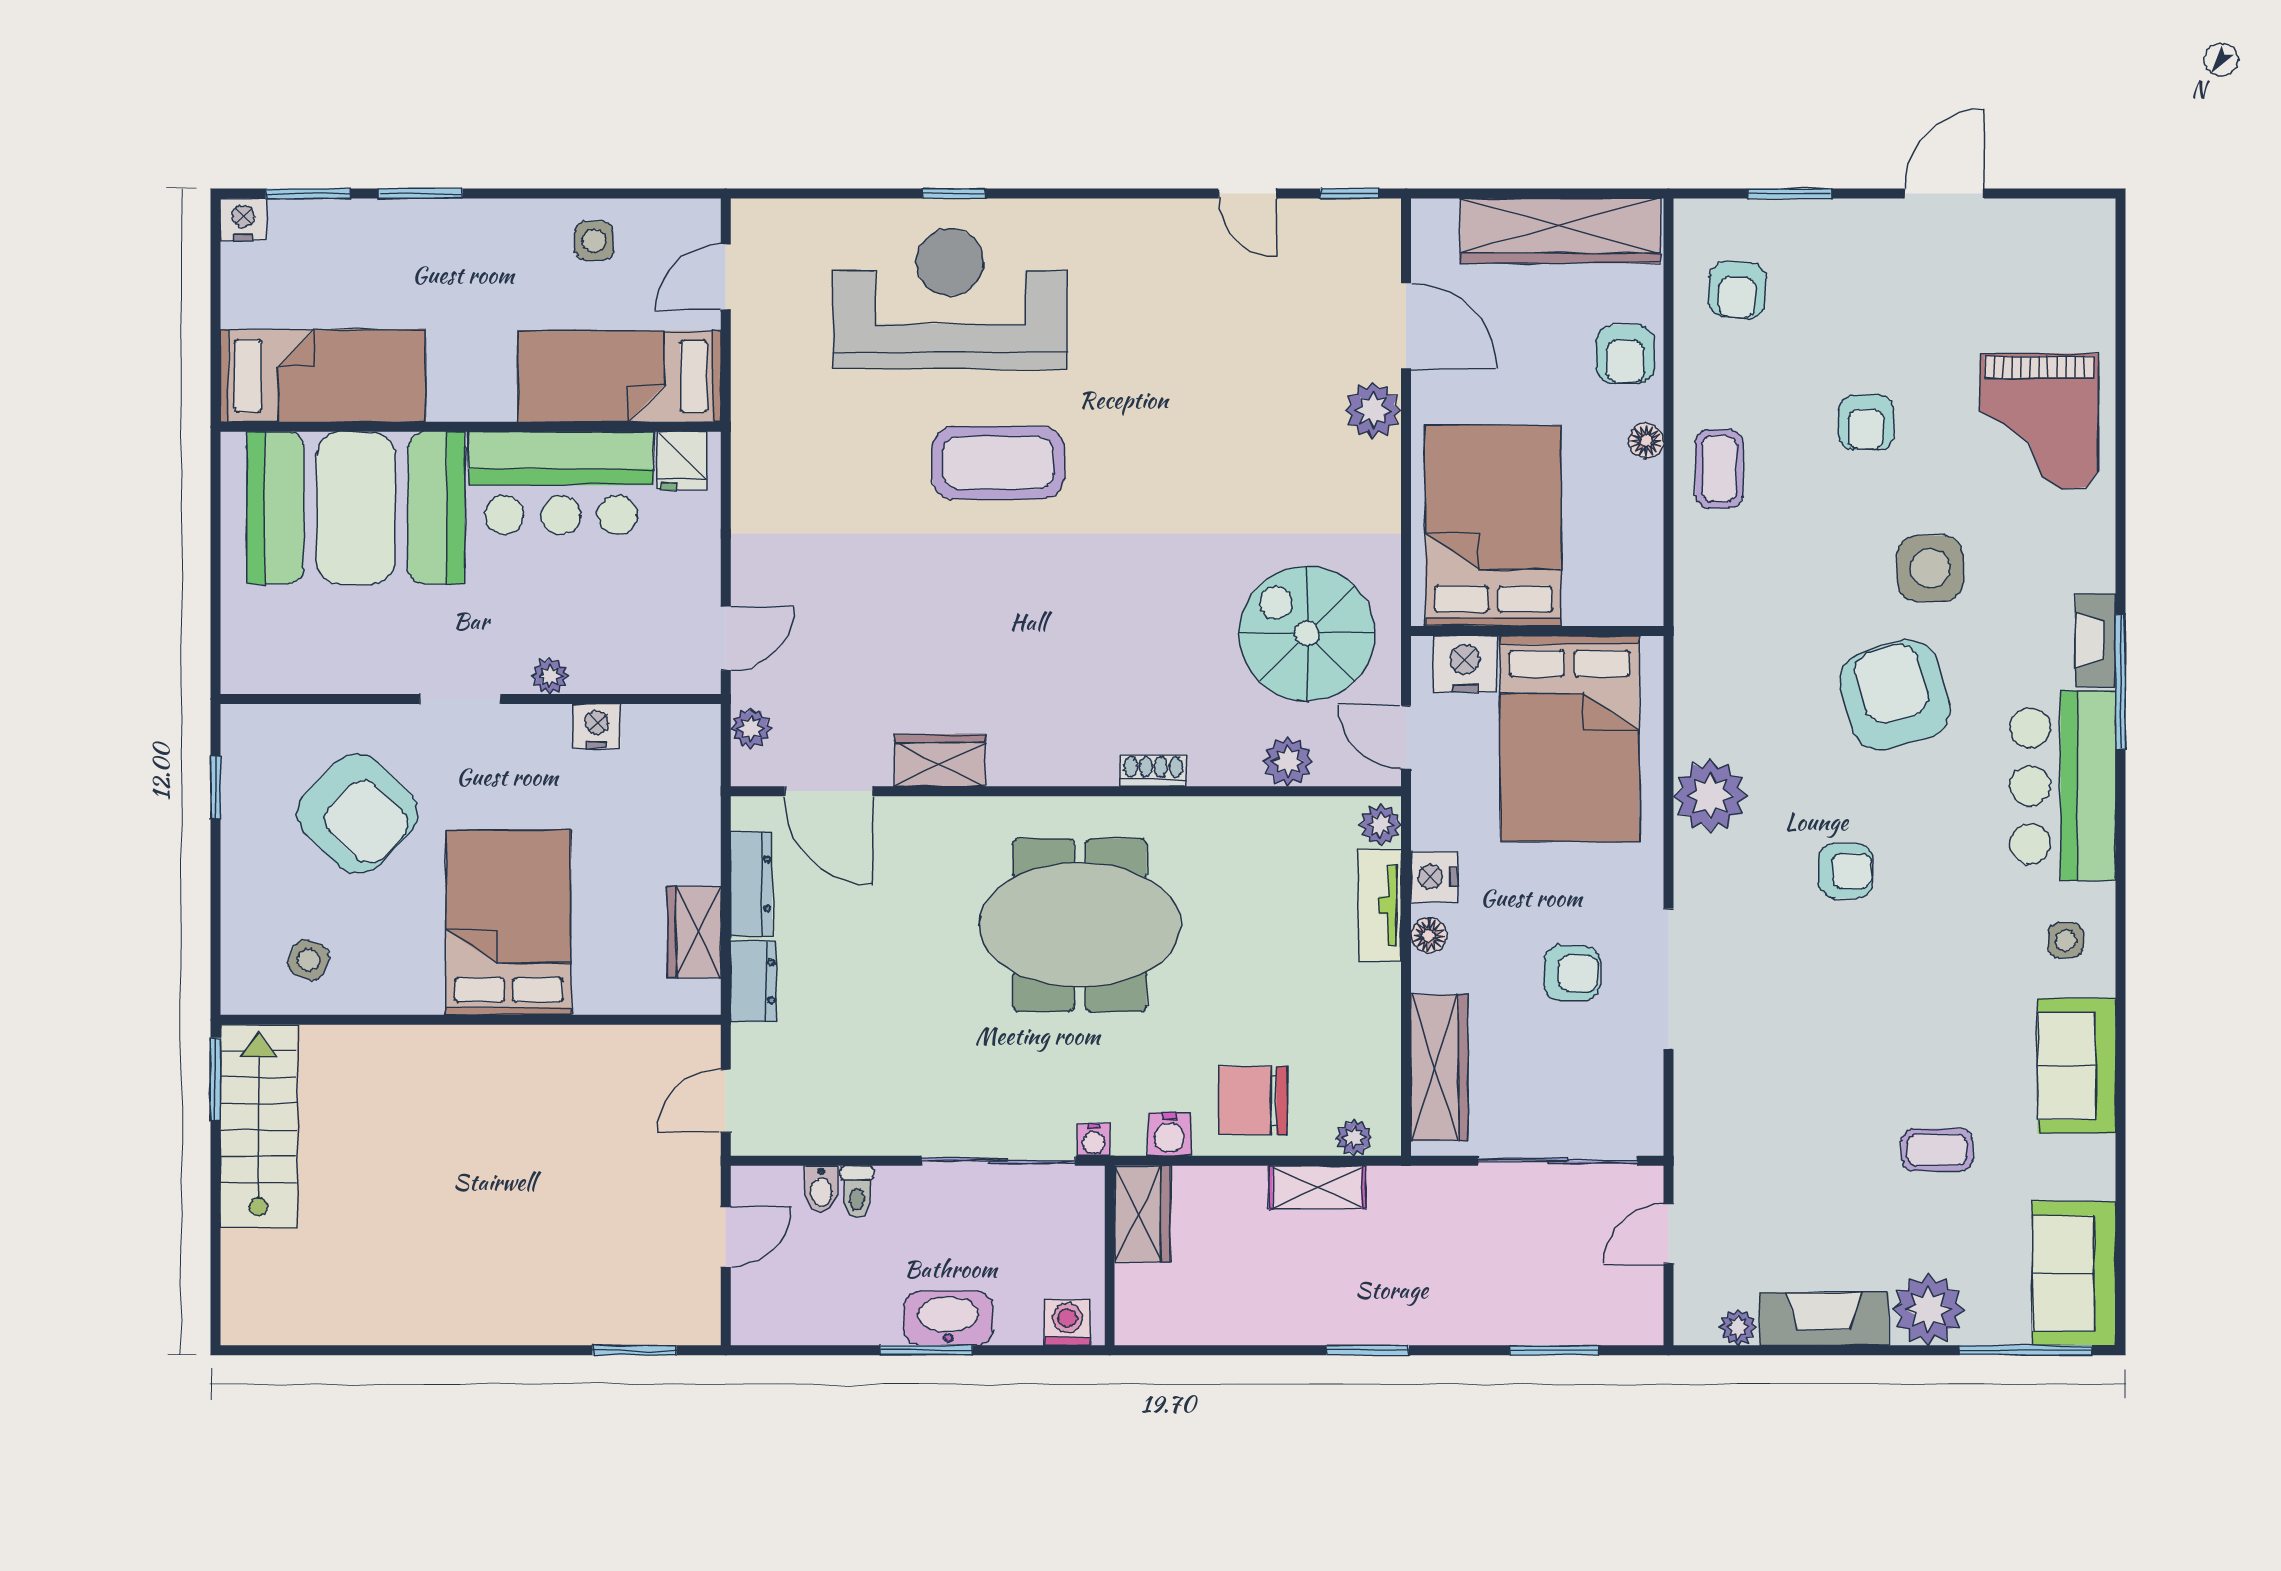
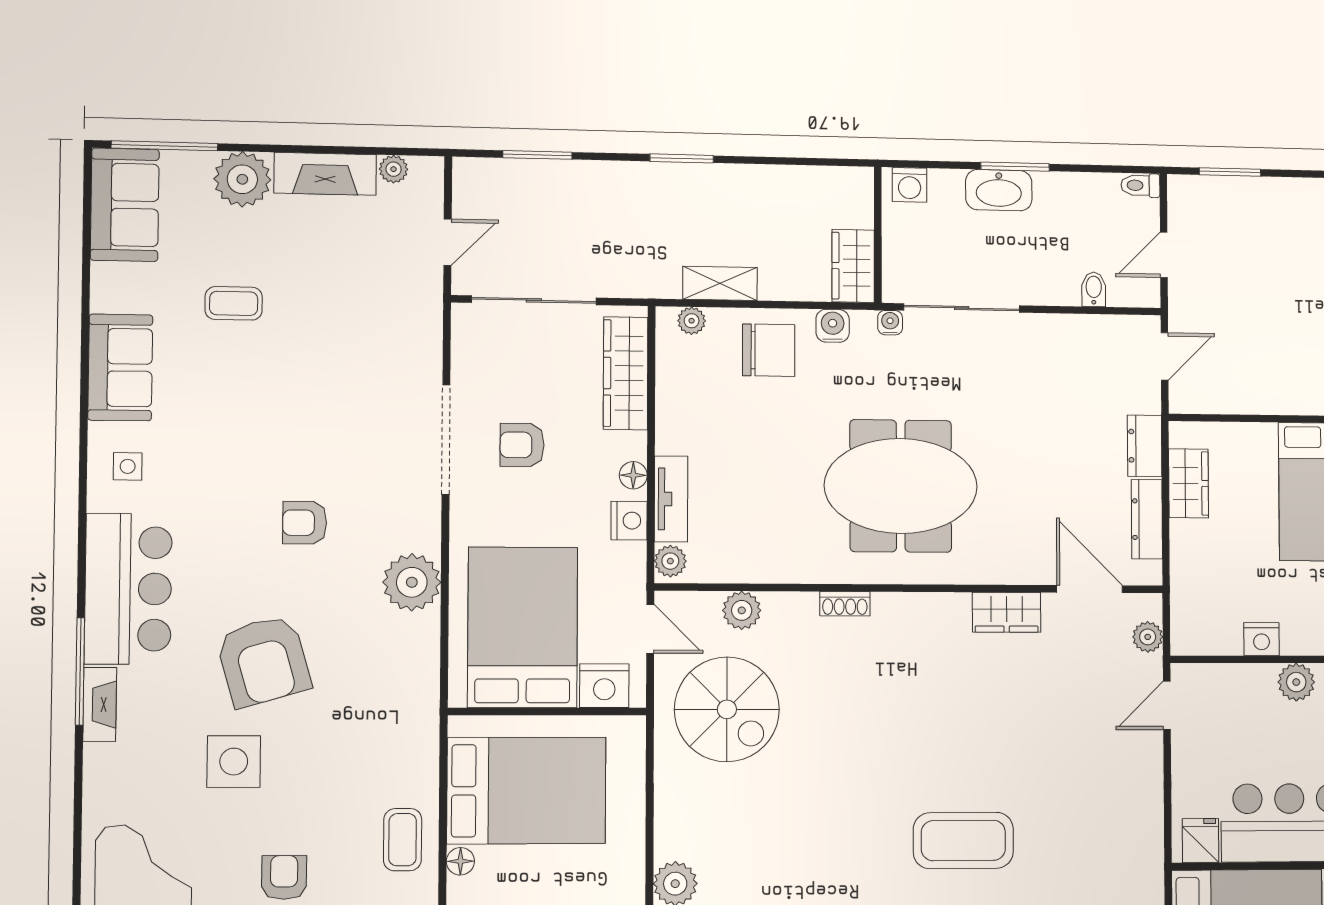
bed: (1493, 526) -> (526, 791), moved, turned -90
plant: (550, 676) -> (1296, 682), width x1.38, depth x1.38
toilet: (857, 1192) -> (1140, 185), moved, turned -90

